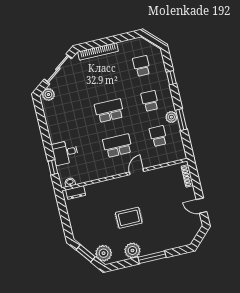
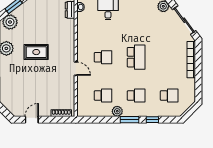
window: (181, 120) -> (130, 120), moved
school desk: (118, 146) -> (103, 57), width x0.54
rug: (129, 218) -> (36, 52), turned 90

